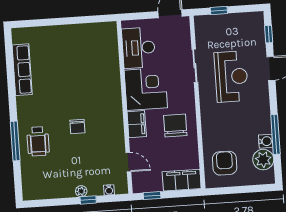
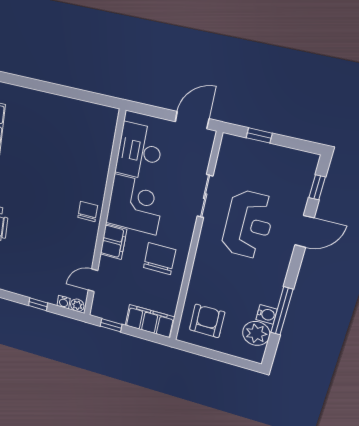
chair: (77, 126) -> (88, 211), moved, turned 180
door: (128, 162) -> (93, 280), swing flipped
plant: (81, 191) -> (77, 305), moved

